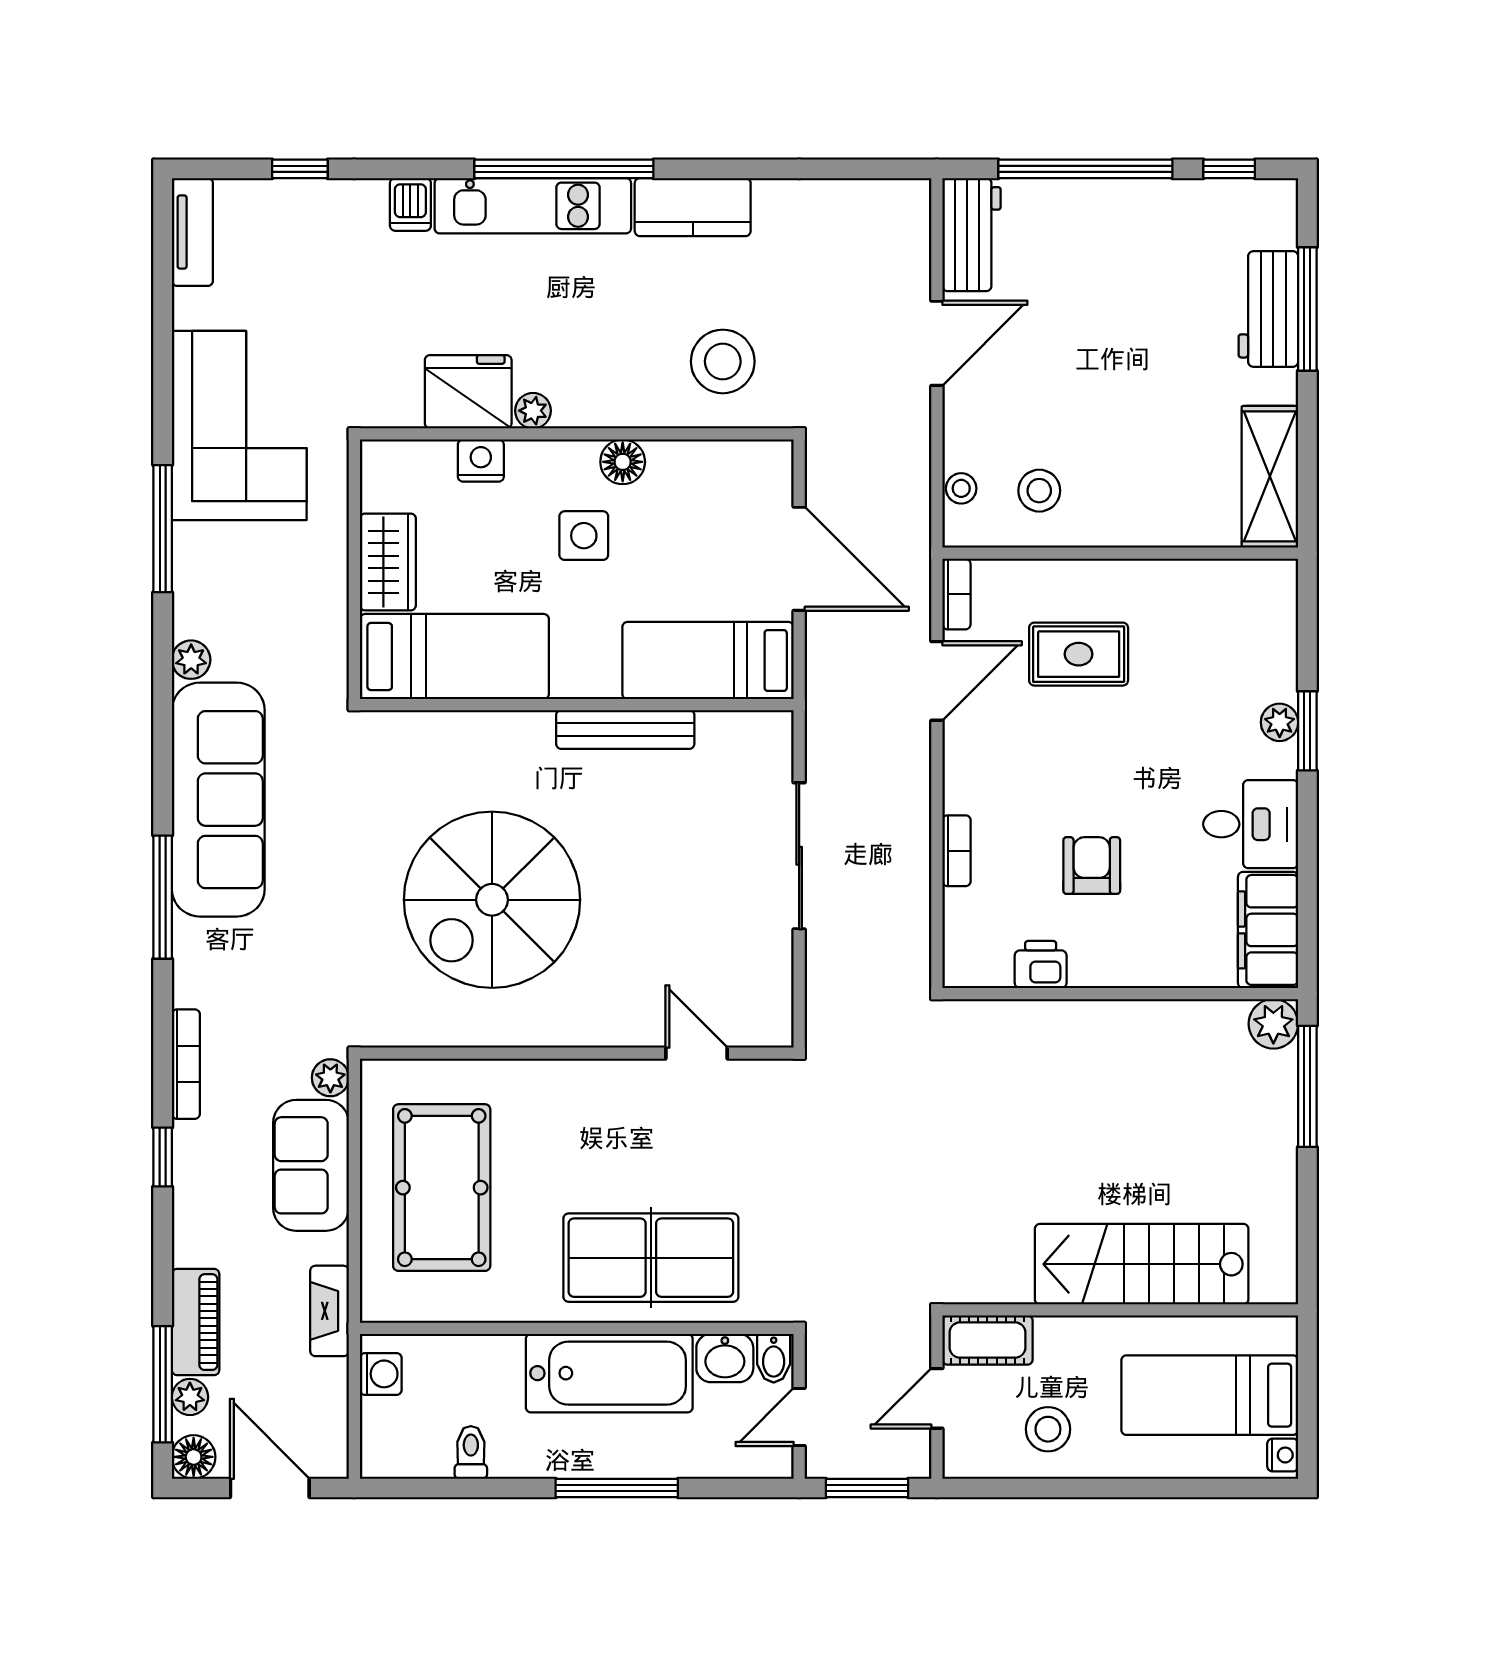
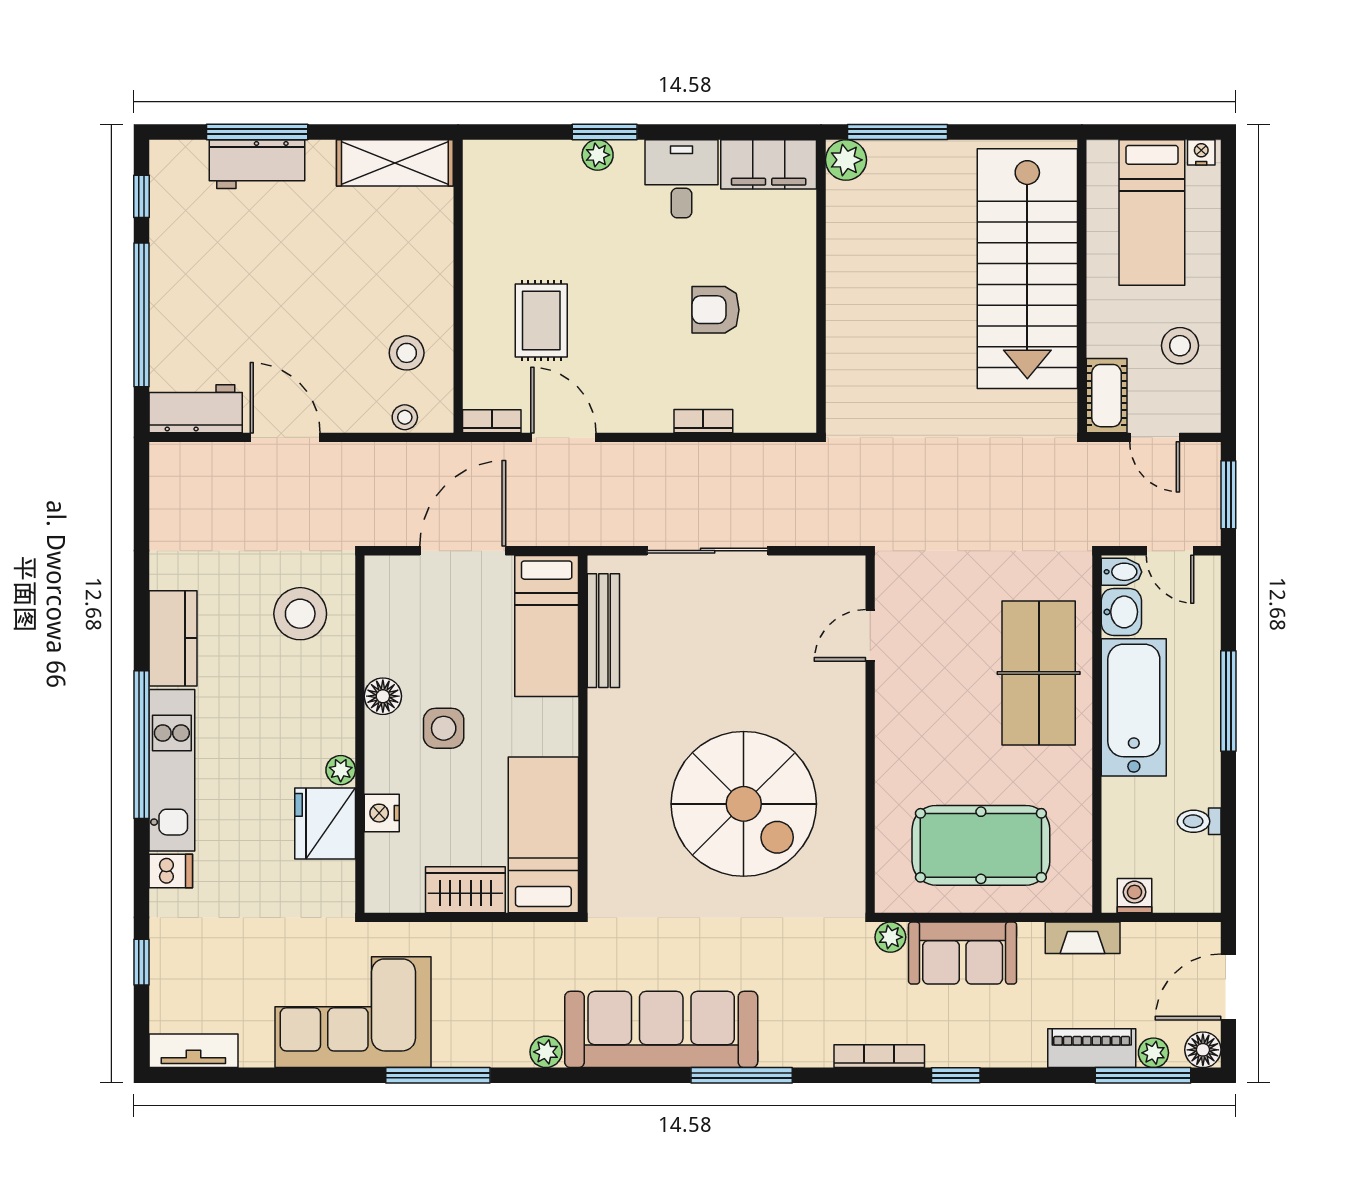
bench: (625, 729) -> (603, 631), moved
printer: (1041, 964) -> (797, 352), removed
stairs: (1142, 1264) -> (1027, 269), width x1.36, depth x1.51

